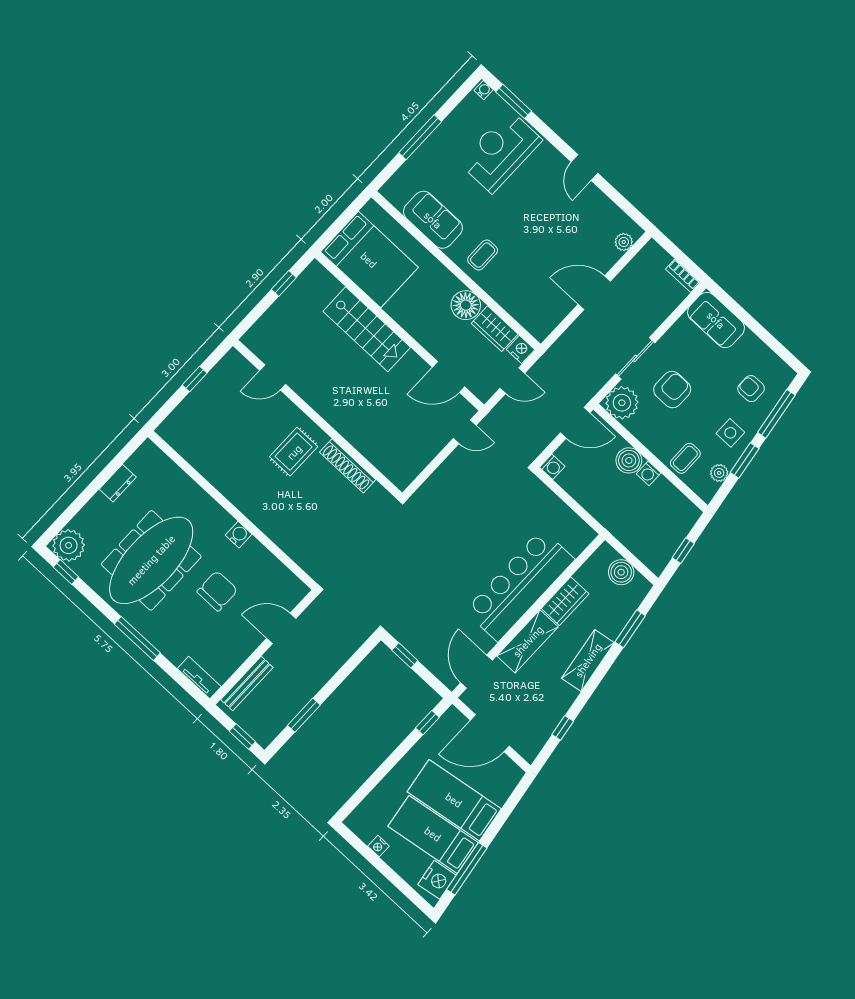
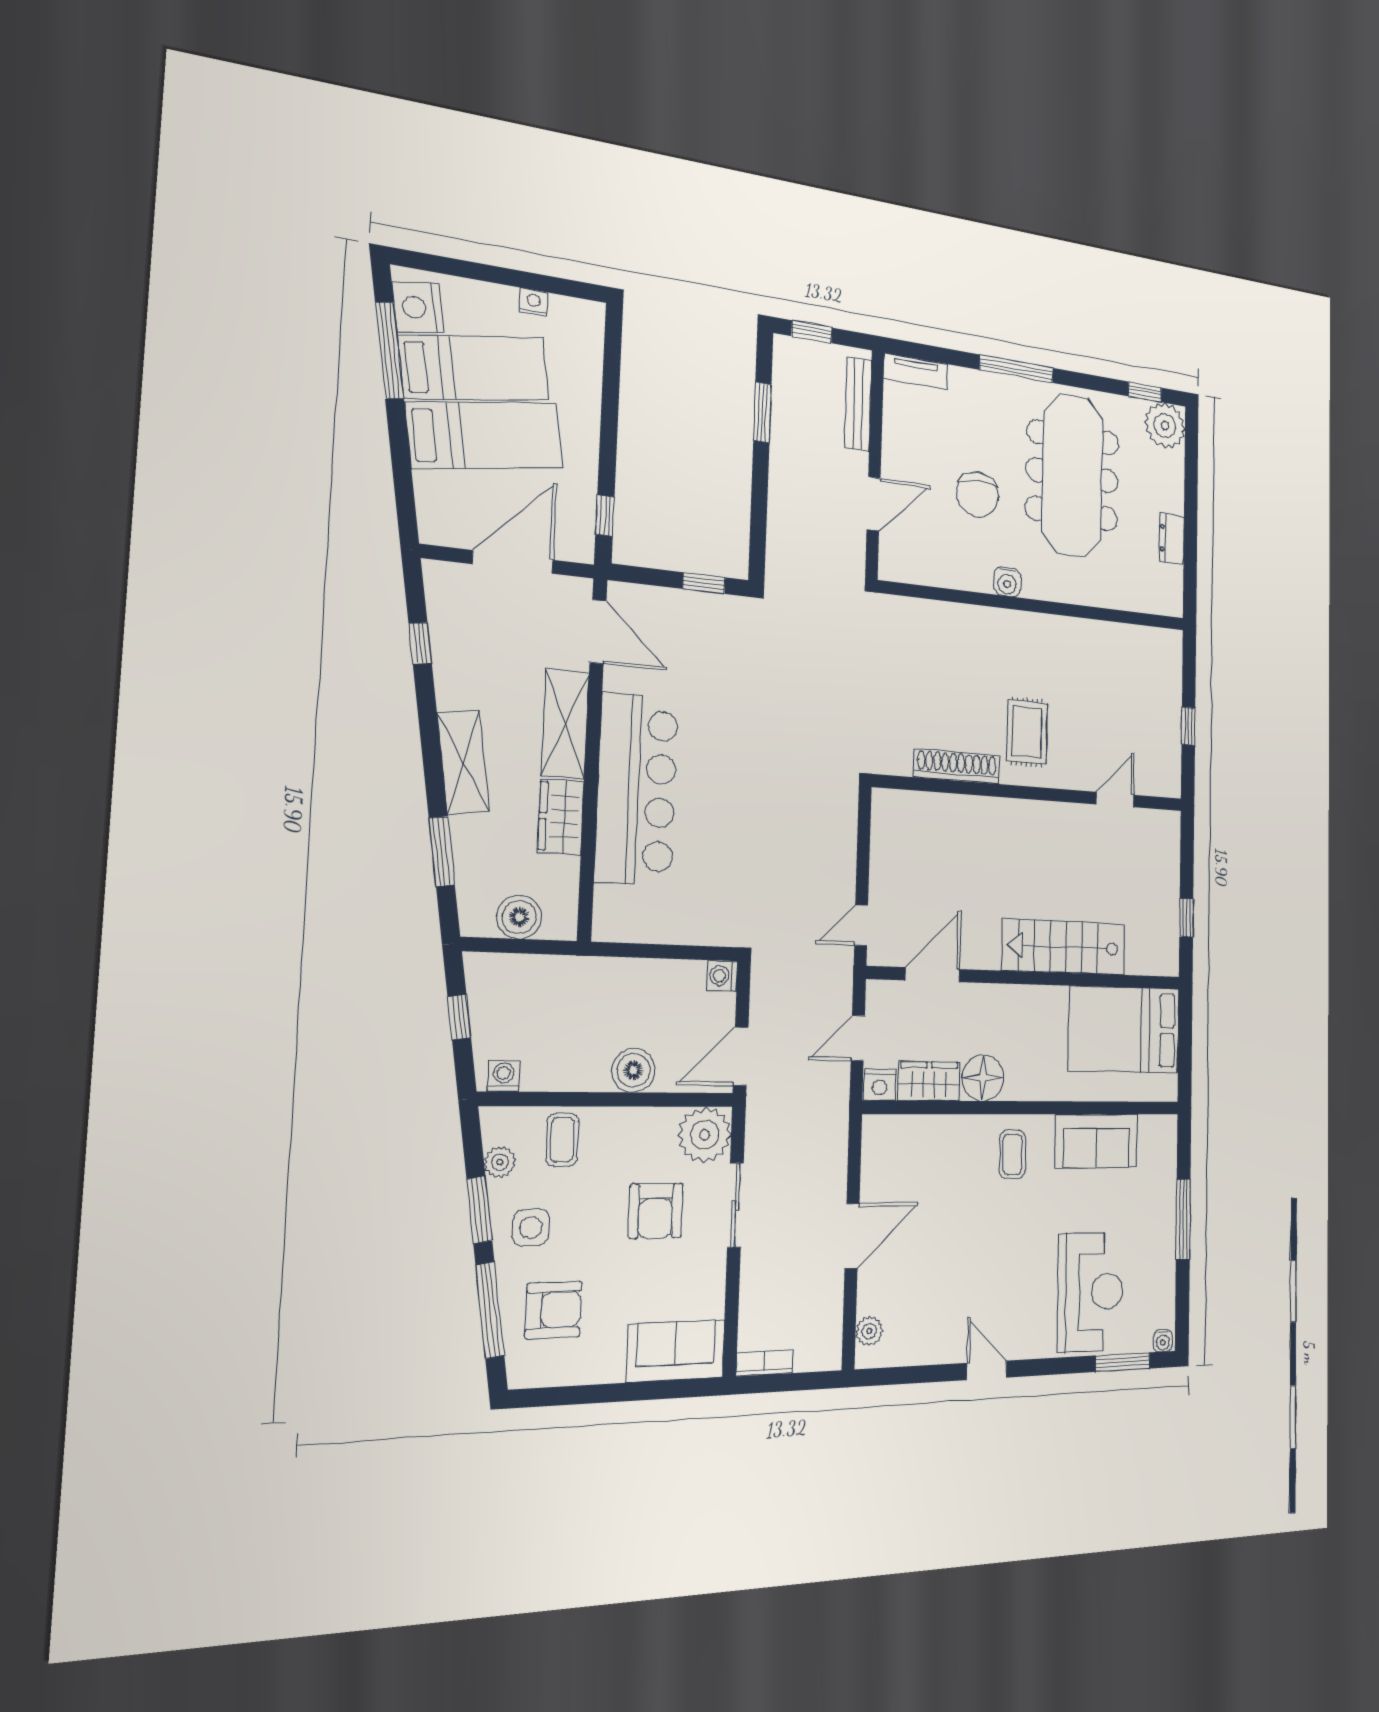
armchair: (751, 389) -> (553, 1310), width x1.38, depth x1.38
washing machine: (649, 473) -> (503, 1076), moved

